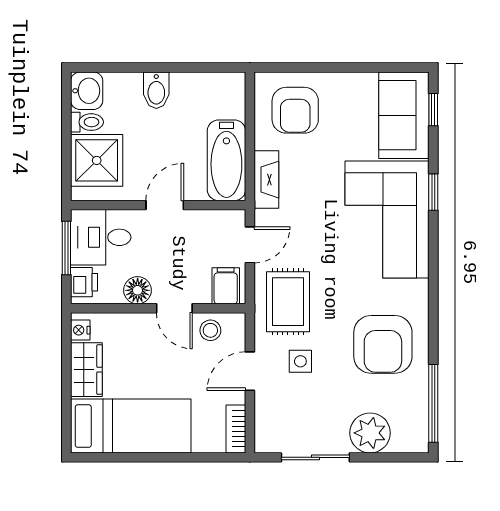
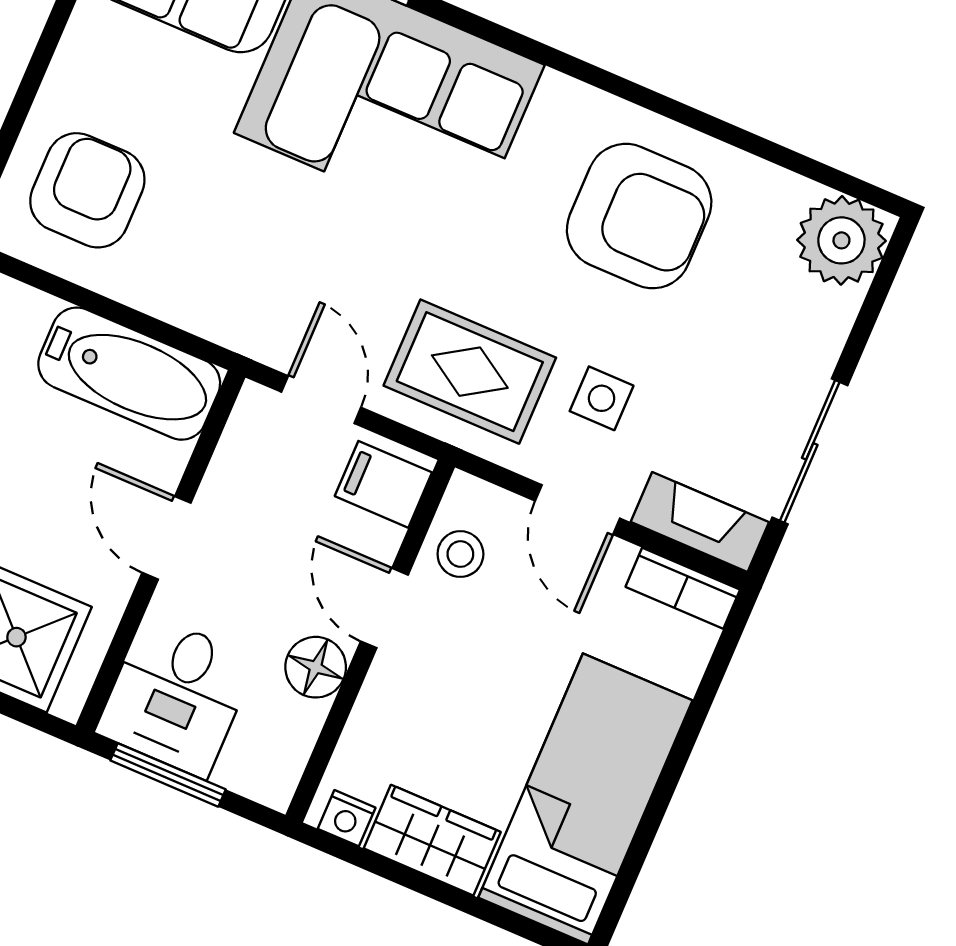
armchair: (295, 110) -> (87, 190), turned -90
fireplace: (266, 180) -> (700, 522), moved
printer: (84, 282) -> (253, 769), removed
door: (174, 308) -> (384, 608), swing flipped
window: (433, 403) -> (803, 165), removed
plant: (370, 433) -> (841, 240), moved

